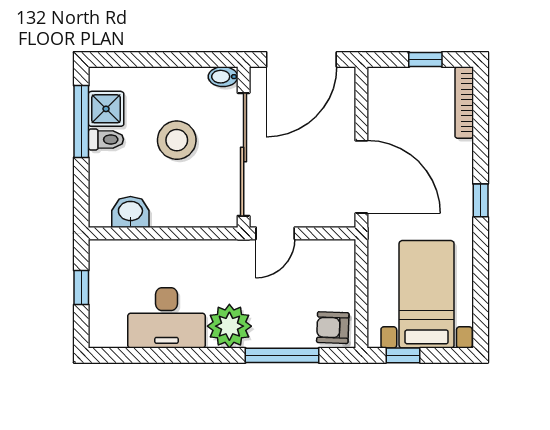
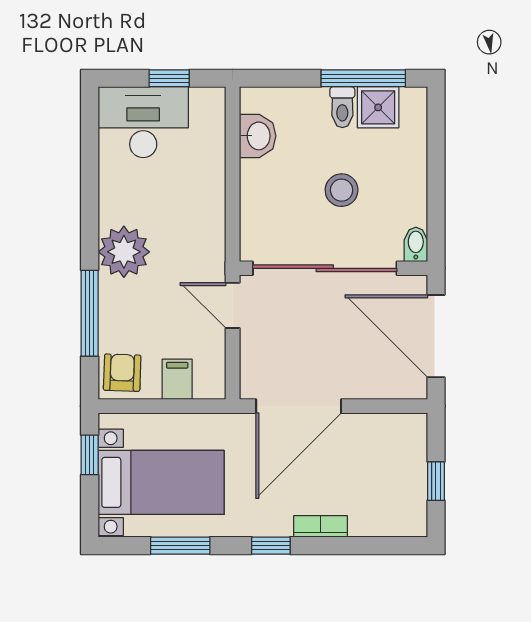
bookcase: (464, 103) -> (321, 526), moved, width x0.64
stool: (177, 140) -> (342, 190), width x0.73, depth x0.73
window: (481, 278) -> (180, 546), added
filing cabinet: (338, 281) -> (177, 379), added
desk: (167, 318) -> (143, 122), moved, turned 90

